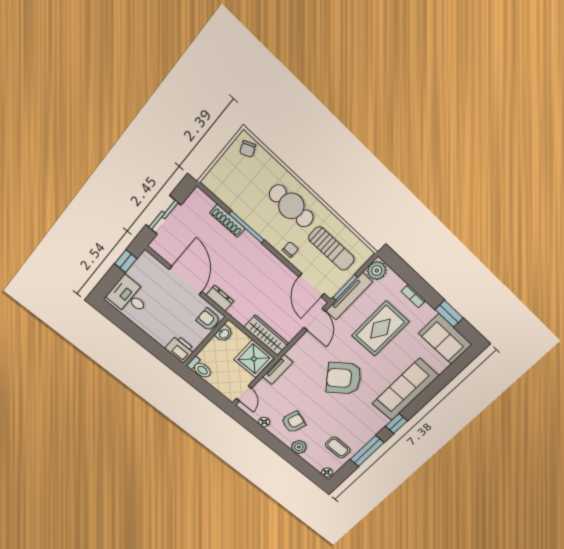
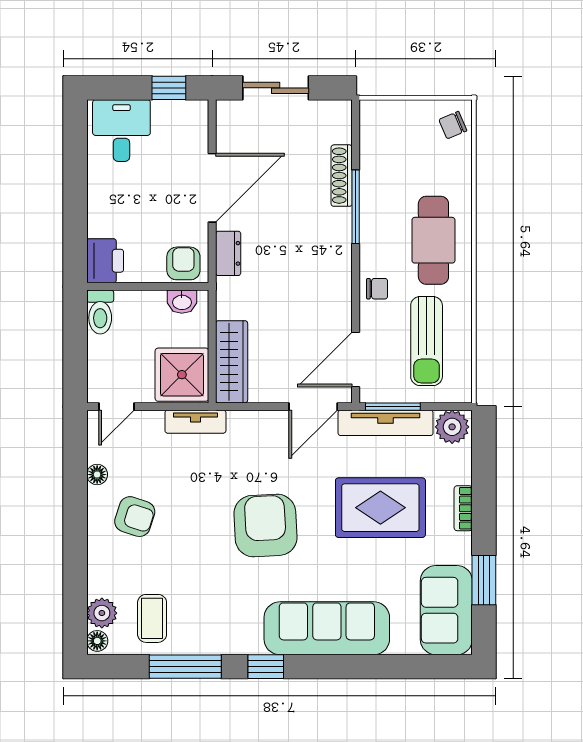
armchair: (344, 378) -> (265, 525), turned 35
plant: (299, 447) -> (102, 613), moved

